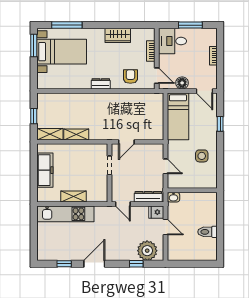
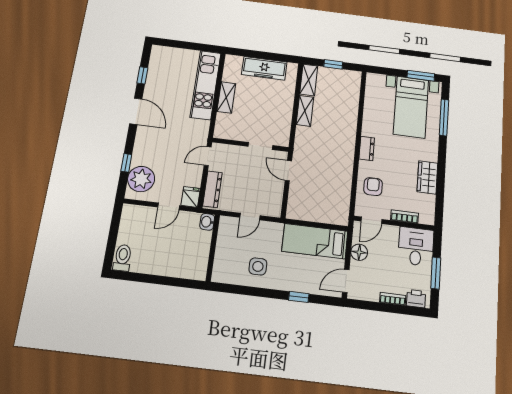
printer: (211, 39) -> (416, 299), added
armchair: (130, 77) -> (373, 187), turned -90
toilet: (207, 232) -> (123, 258), moved

